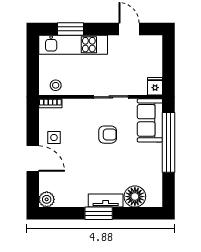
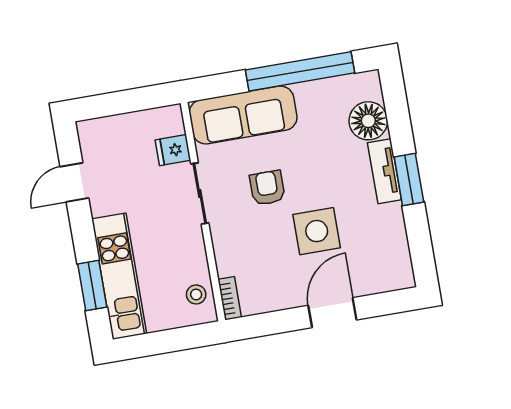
fridge: (155, 86) -> (173, 150), moved
sofa: (150, 120) -> (243, 115), width x1.36
side table: (54, 138) -> (317, 231), moved, width x1.87, depth x1.87
window: (169, 142) -> (300, 71), moved
plant: (47, 199) -> (400, 276), removed

